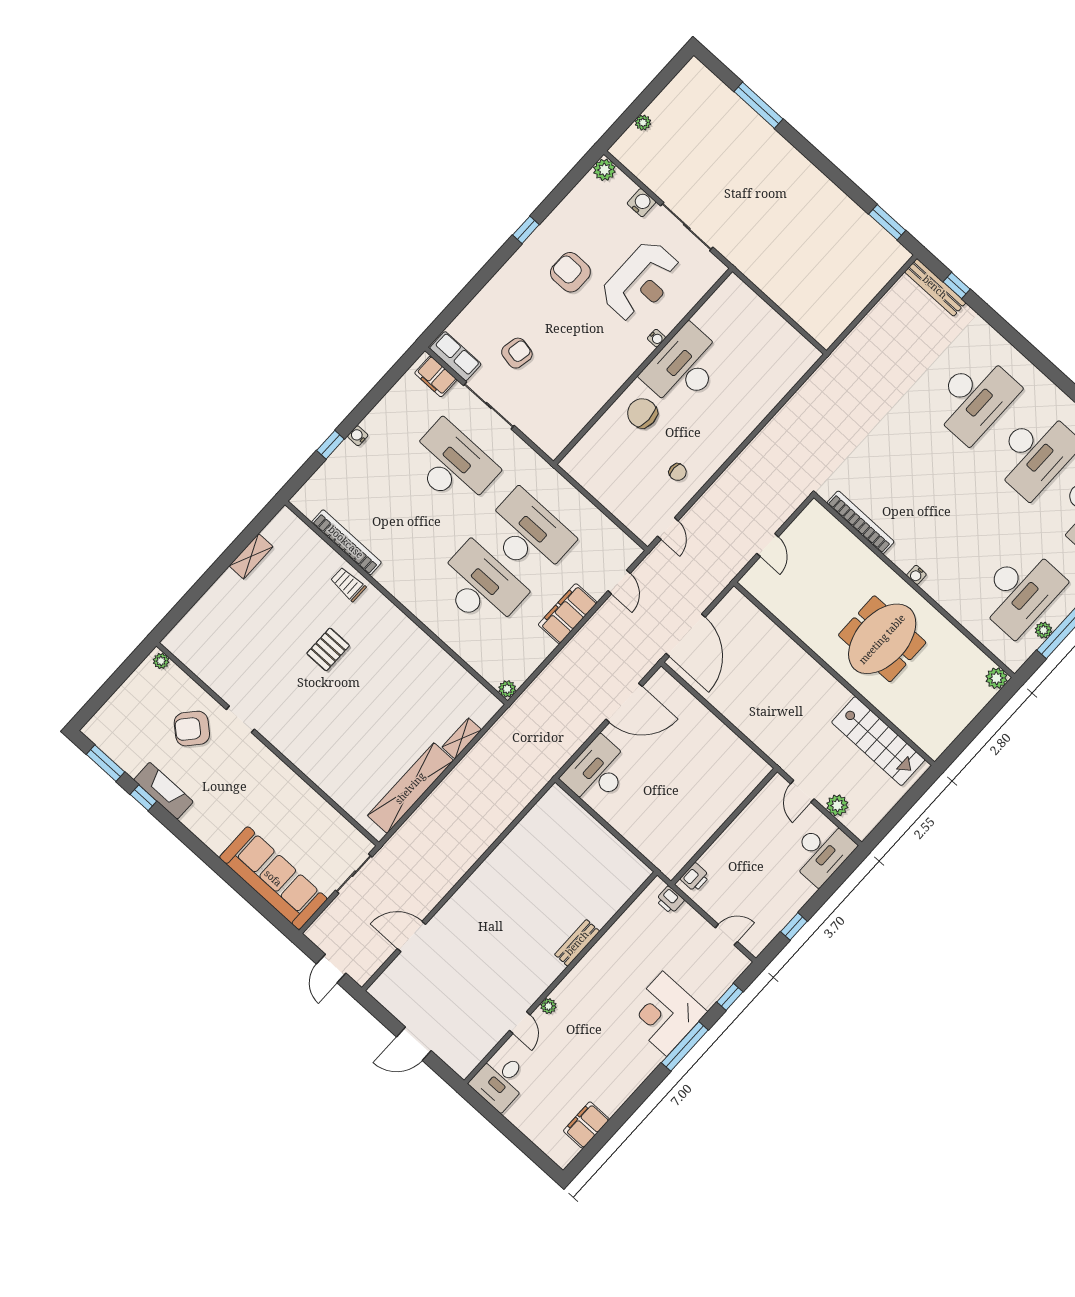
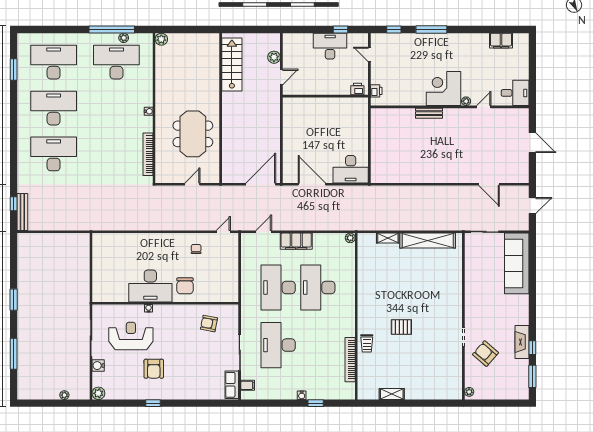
window: (887, 222) -> (14, 300), moved
armchair: (517, 353) -> (209, 323), moved
filing cabinet: (436, 376) -> (248, 385), width x0.50
meeting table: (882, 639) -> (193, 134), moved, turned 90
armchair: (192, 729) -> (485, 354), turned 180
desk: (822, 852) -> (330, 46), moved
corner desk: (665, 1014) -> (444, 89), moved, turned 180

